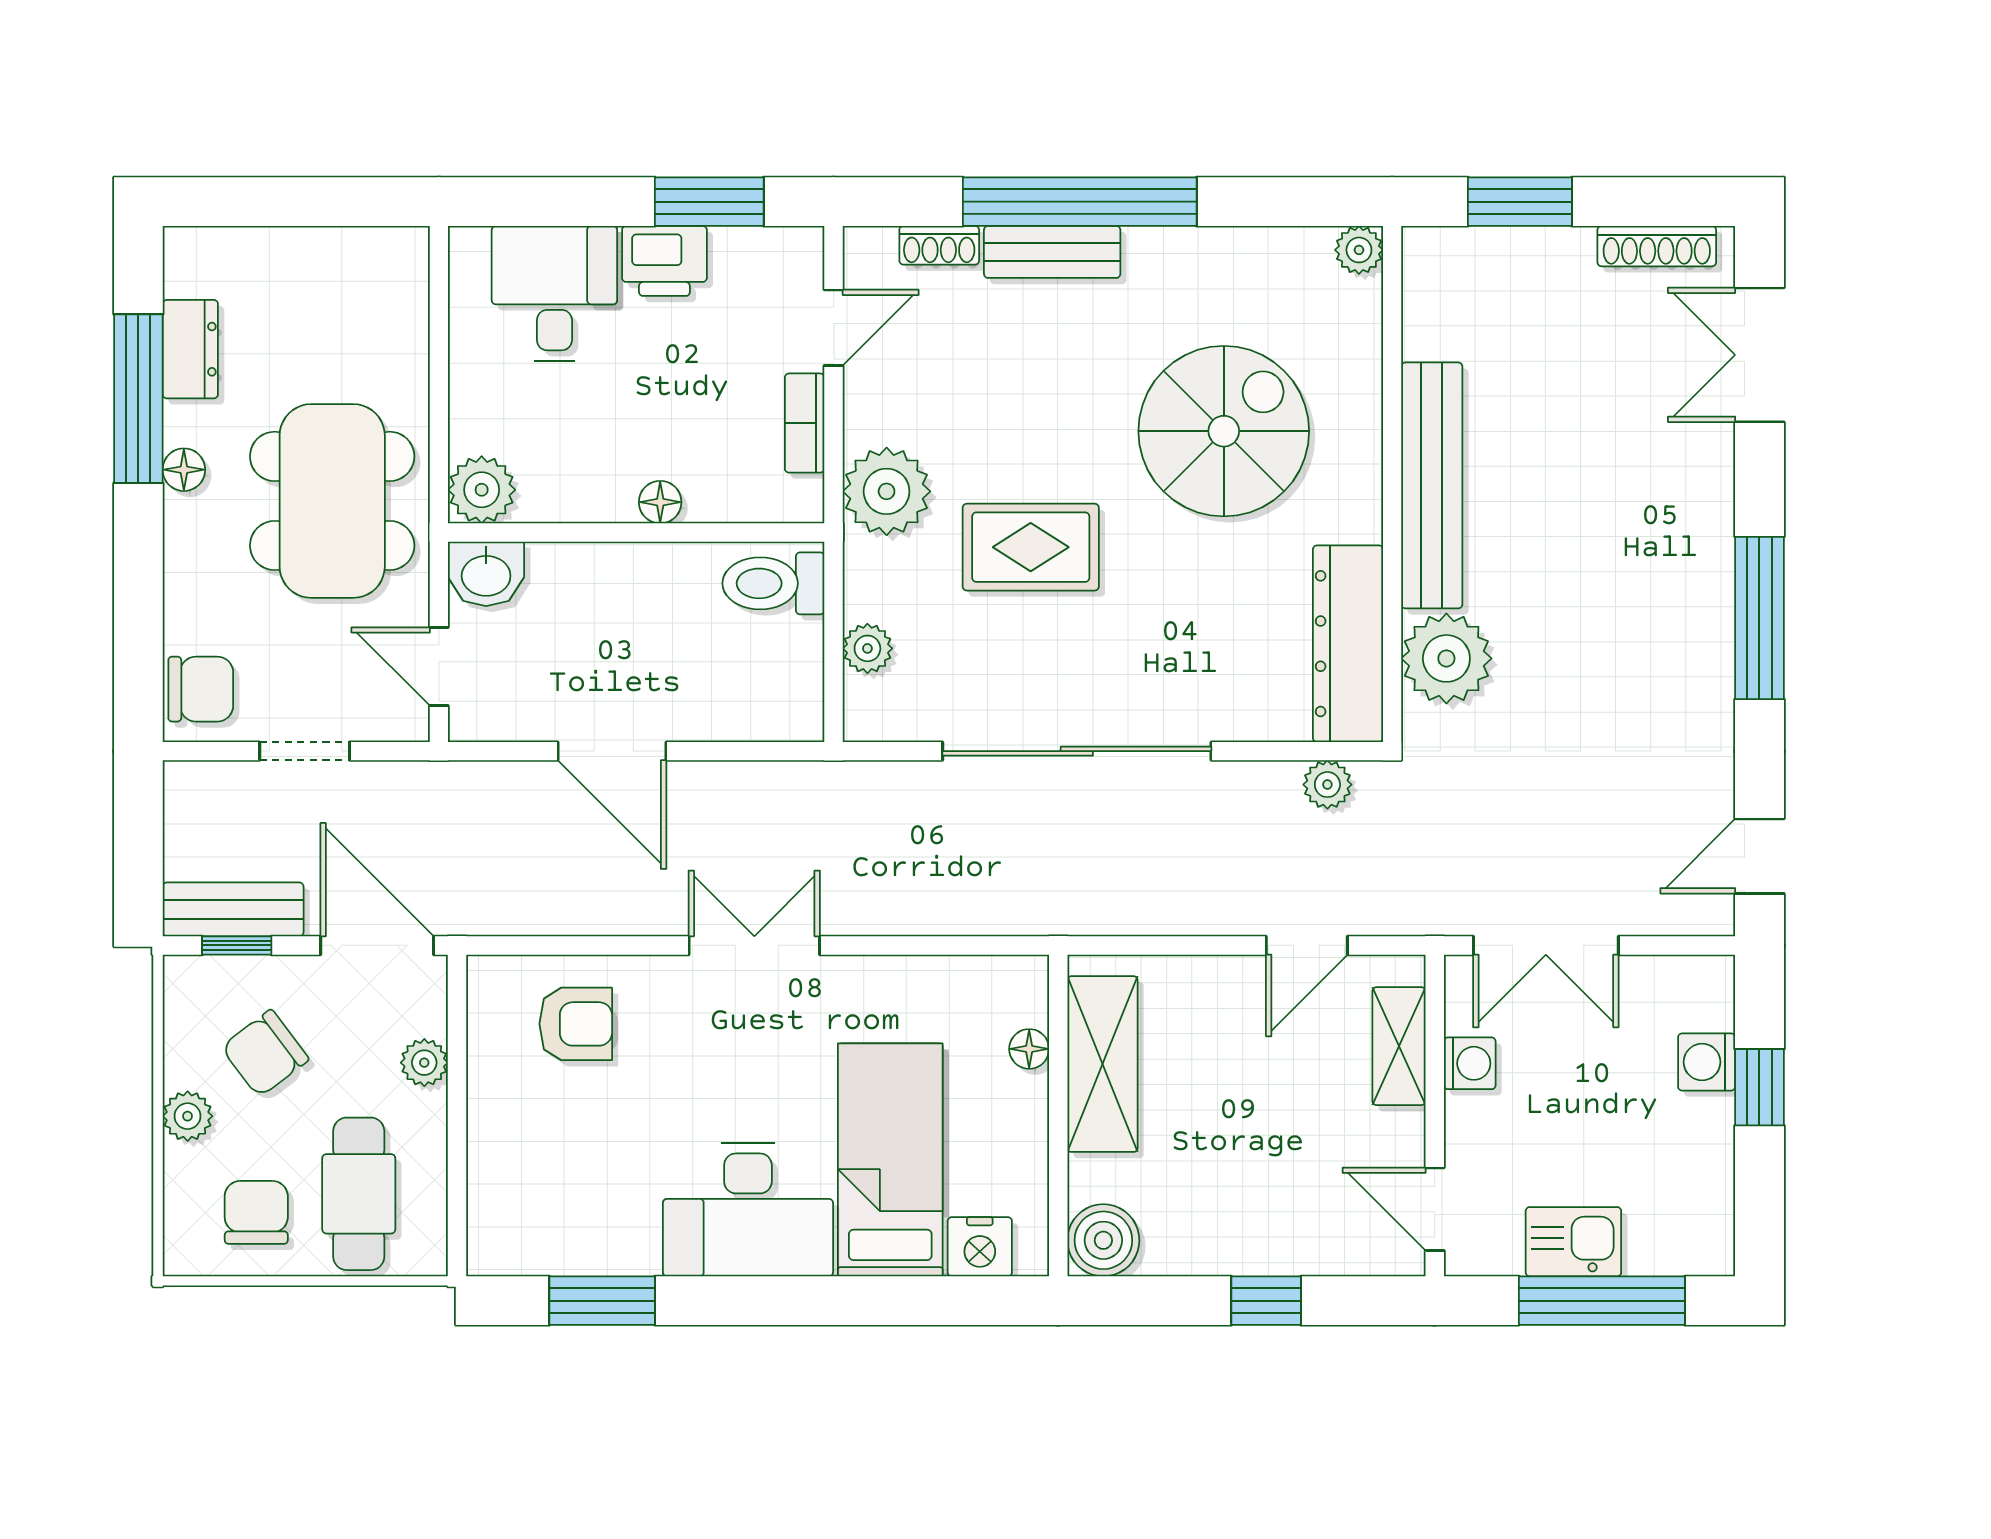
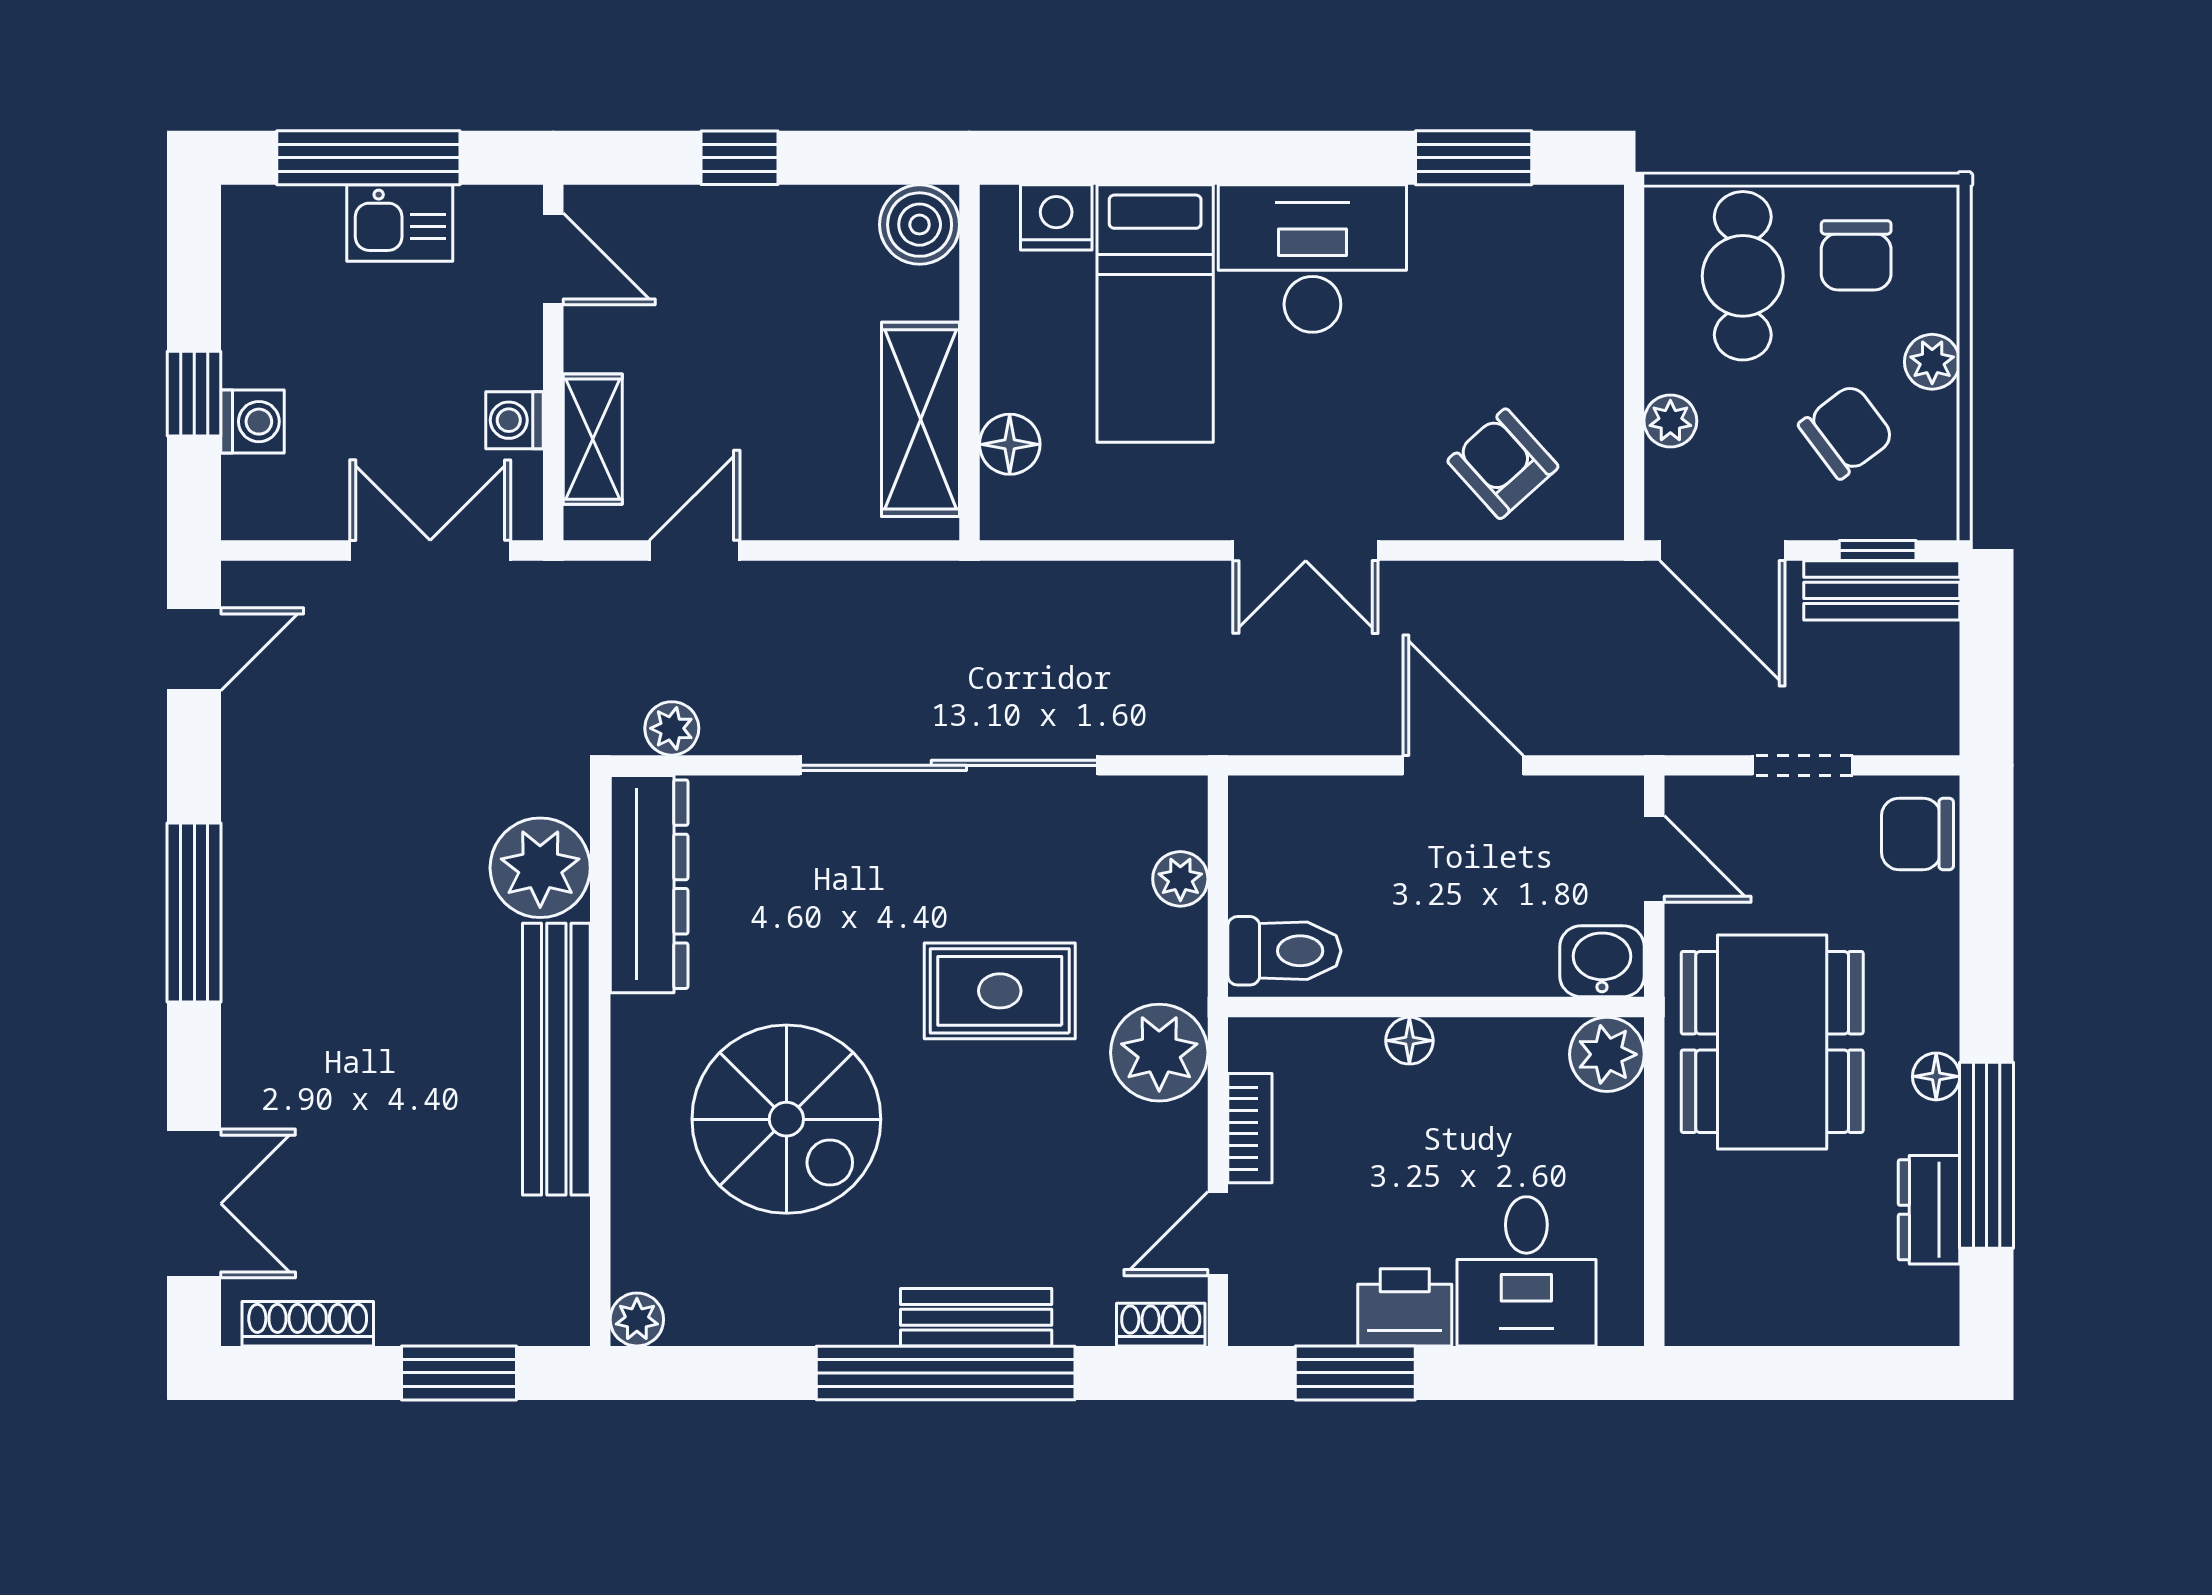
shoe rack: (939, 245) -> (1161, 1325), moved
spiral stairs: (1224, 431) -> (786, 1119), turned -90
armchair: (576, 1024) -> (1503, 464), turned 48
floor lamp: (1029, 1049) -> (1010, 444), width x1.37, depth x1.37

